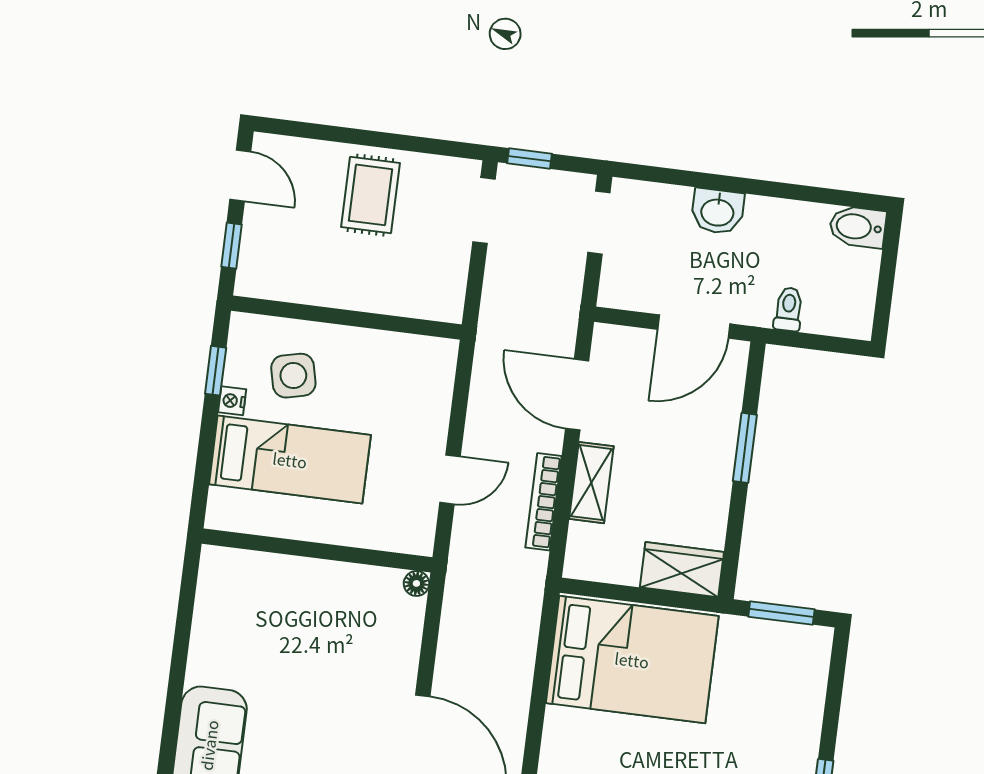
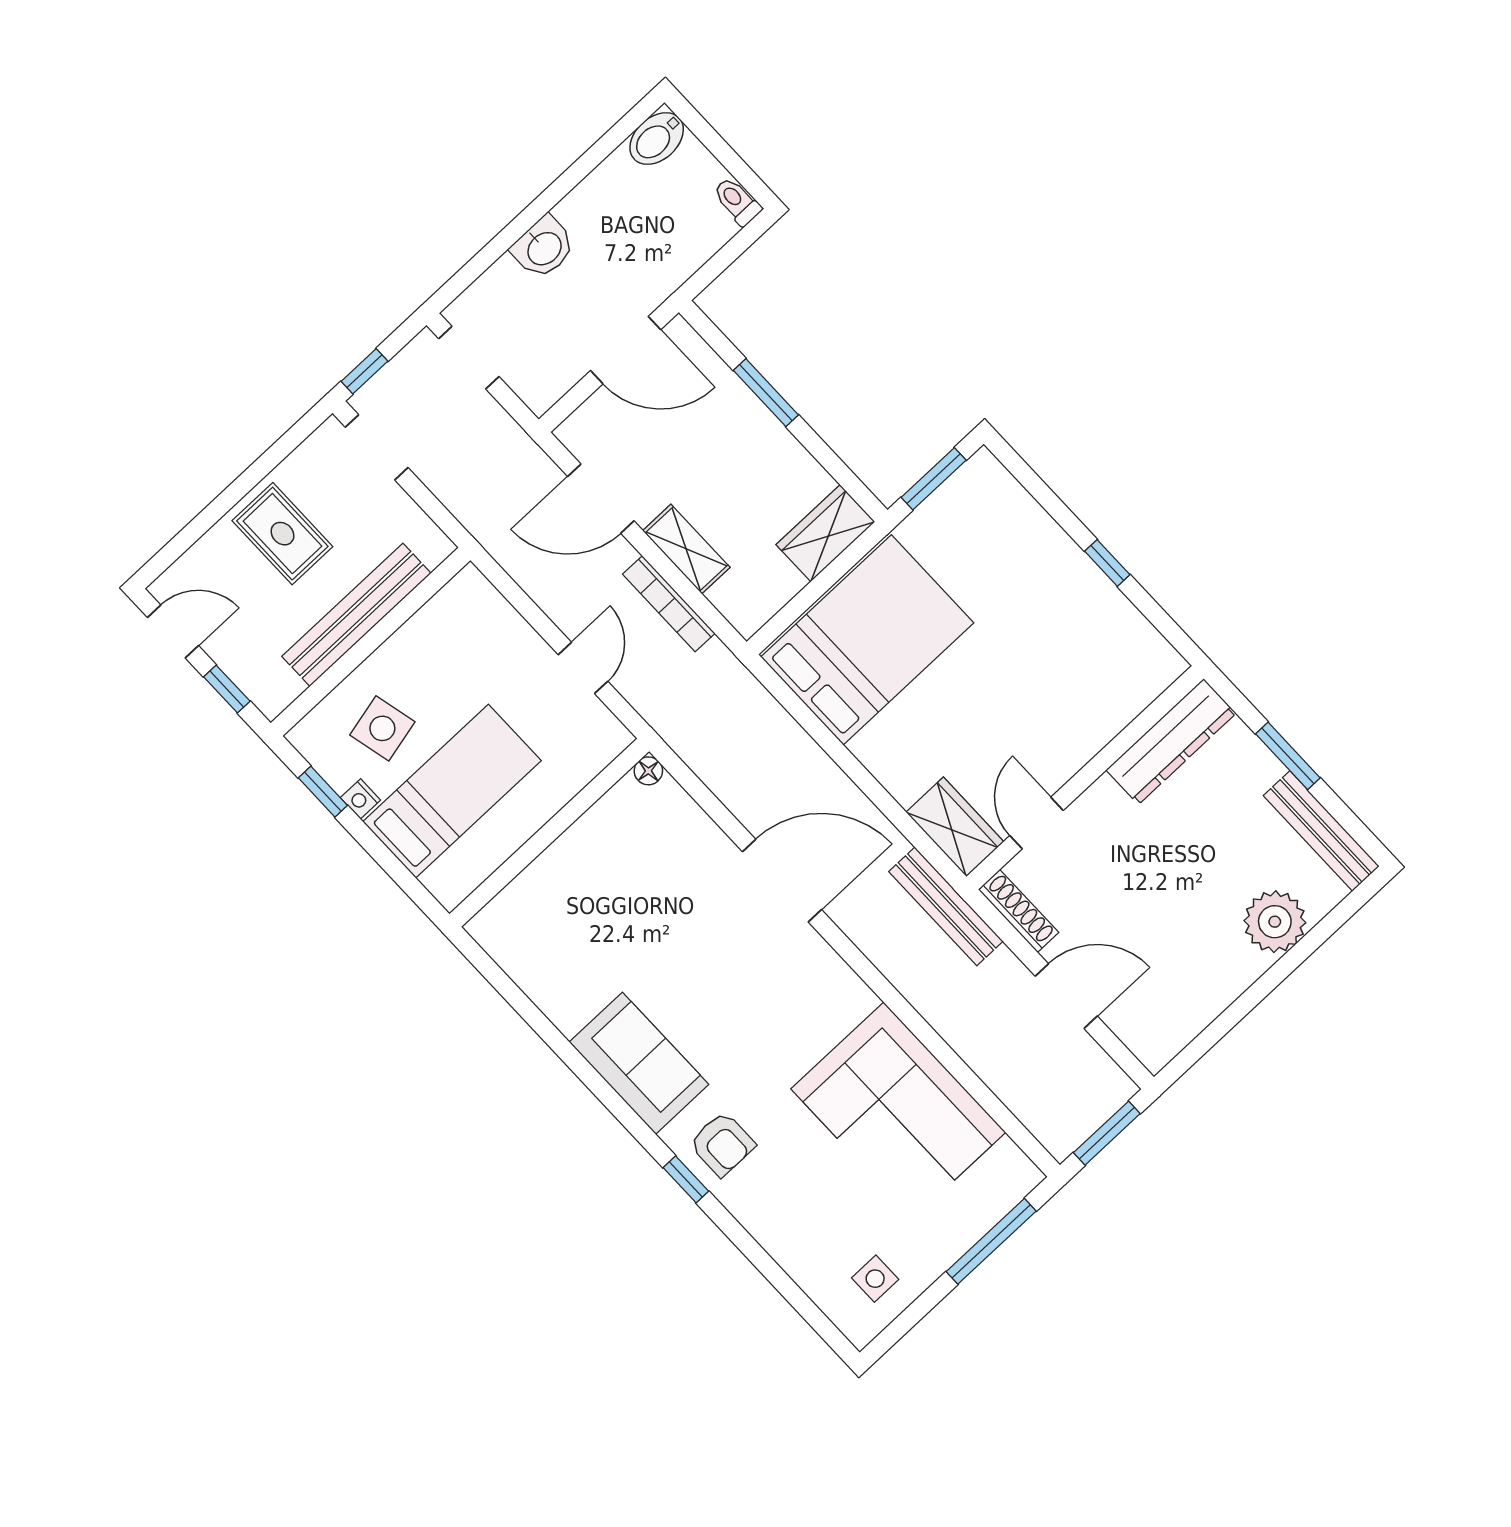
bench: (357, 293) -> (356, 615), added
toilet: (788, 309) -> (737, 201), moved
door: (694, 327) -> (626, 350), hinge flipped

